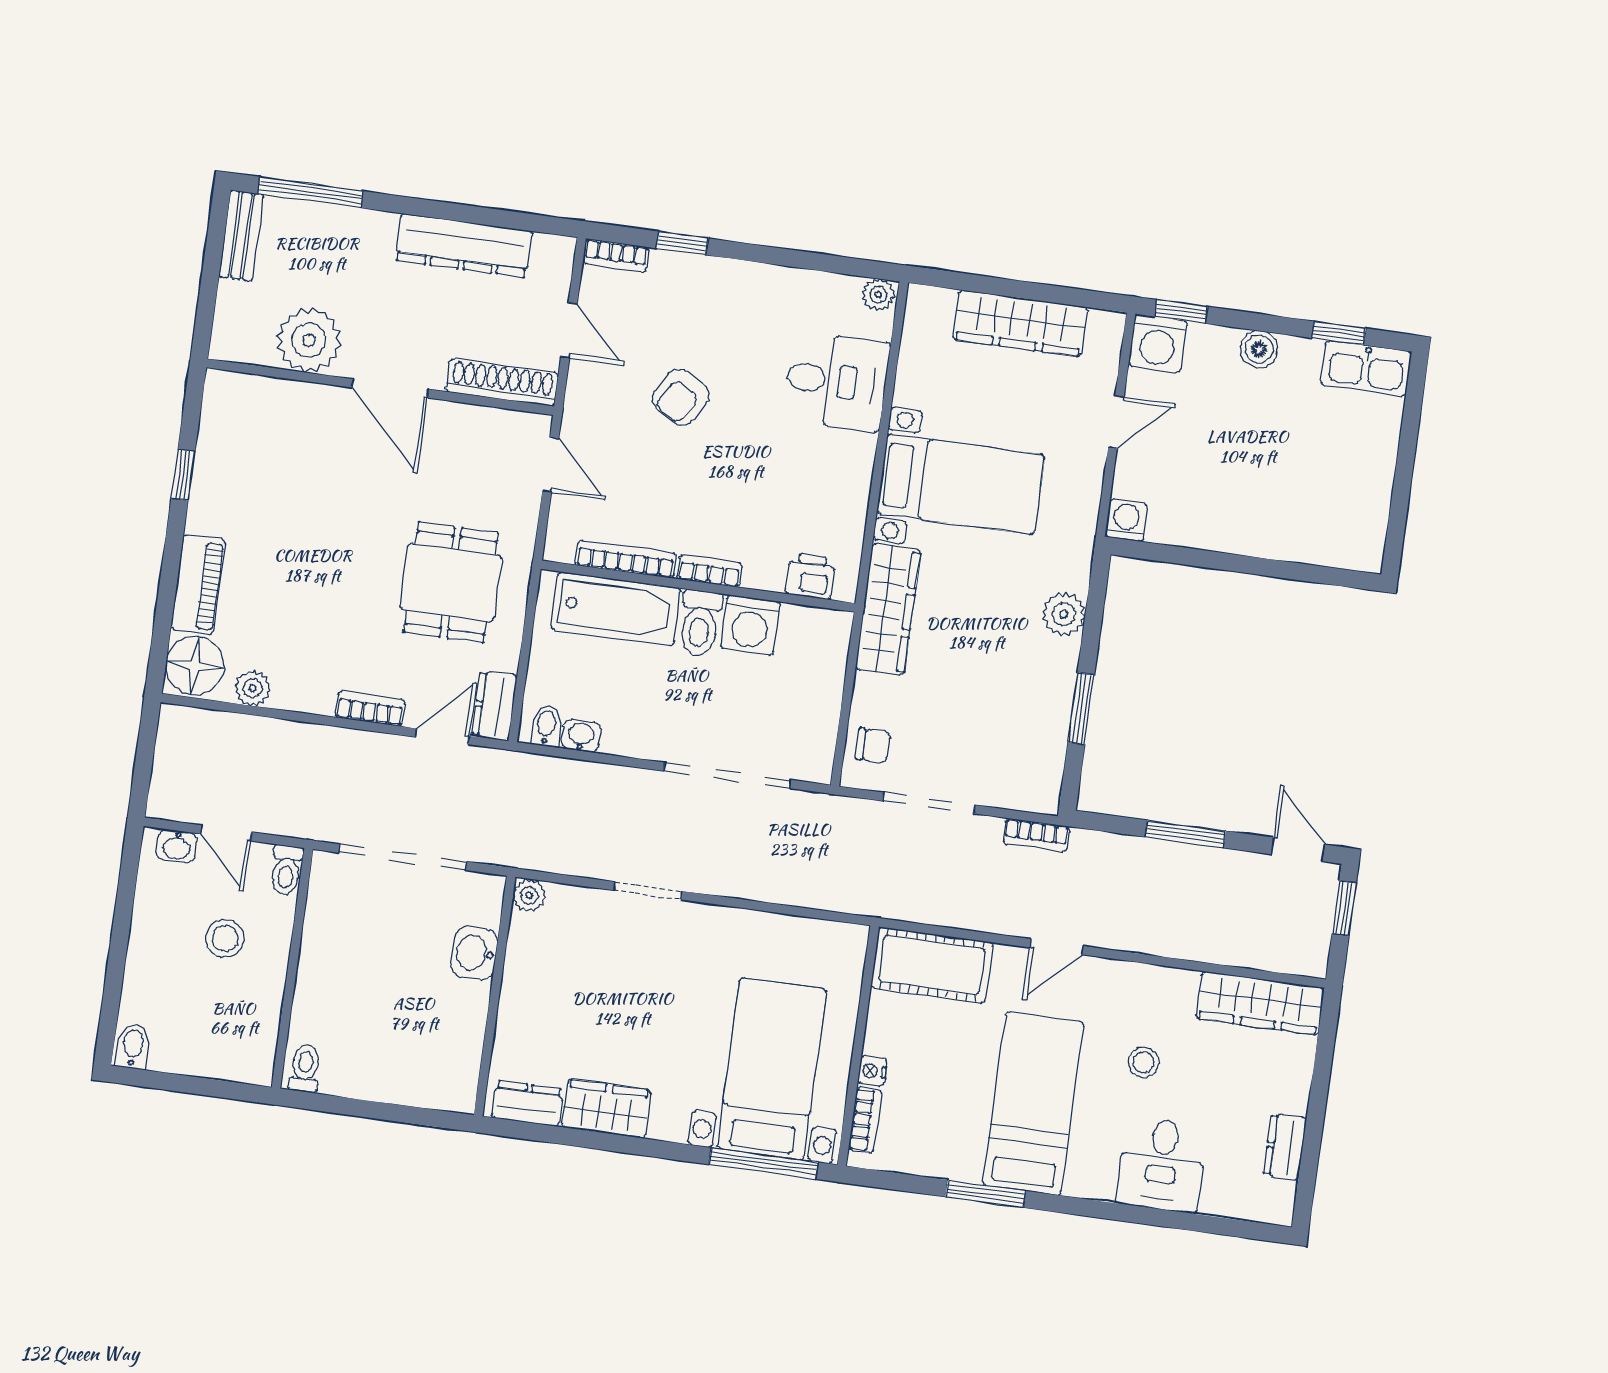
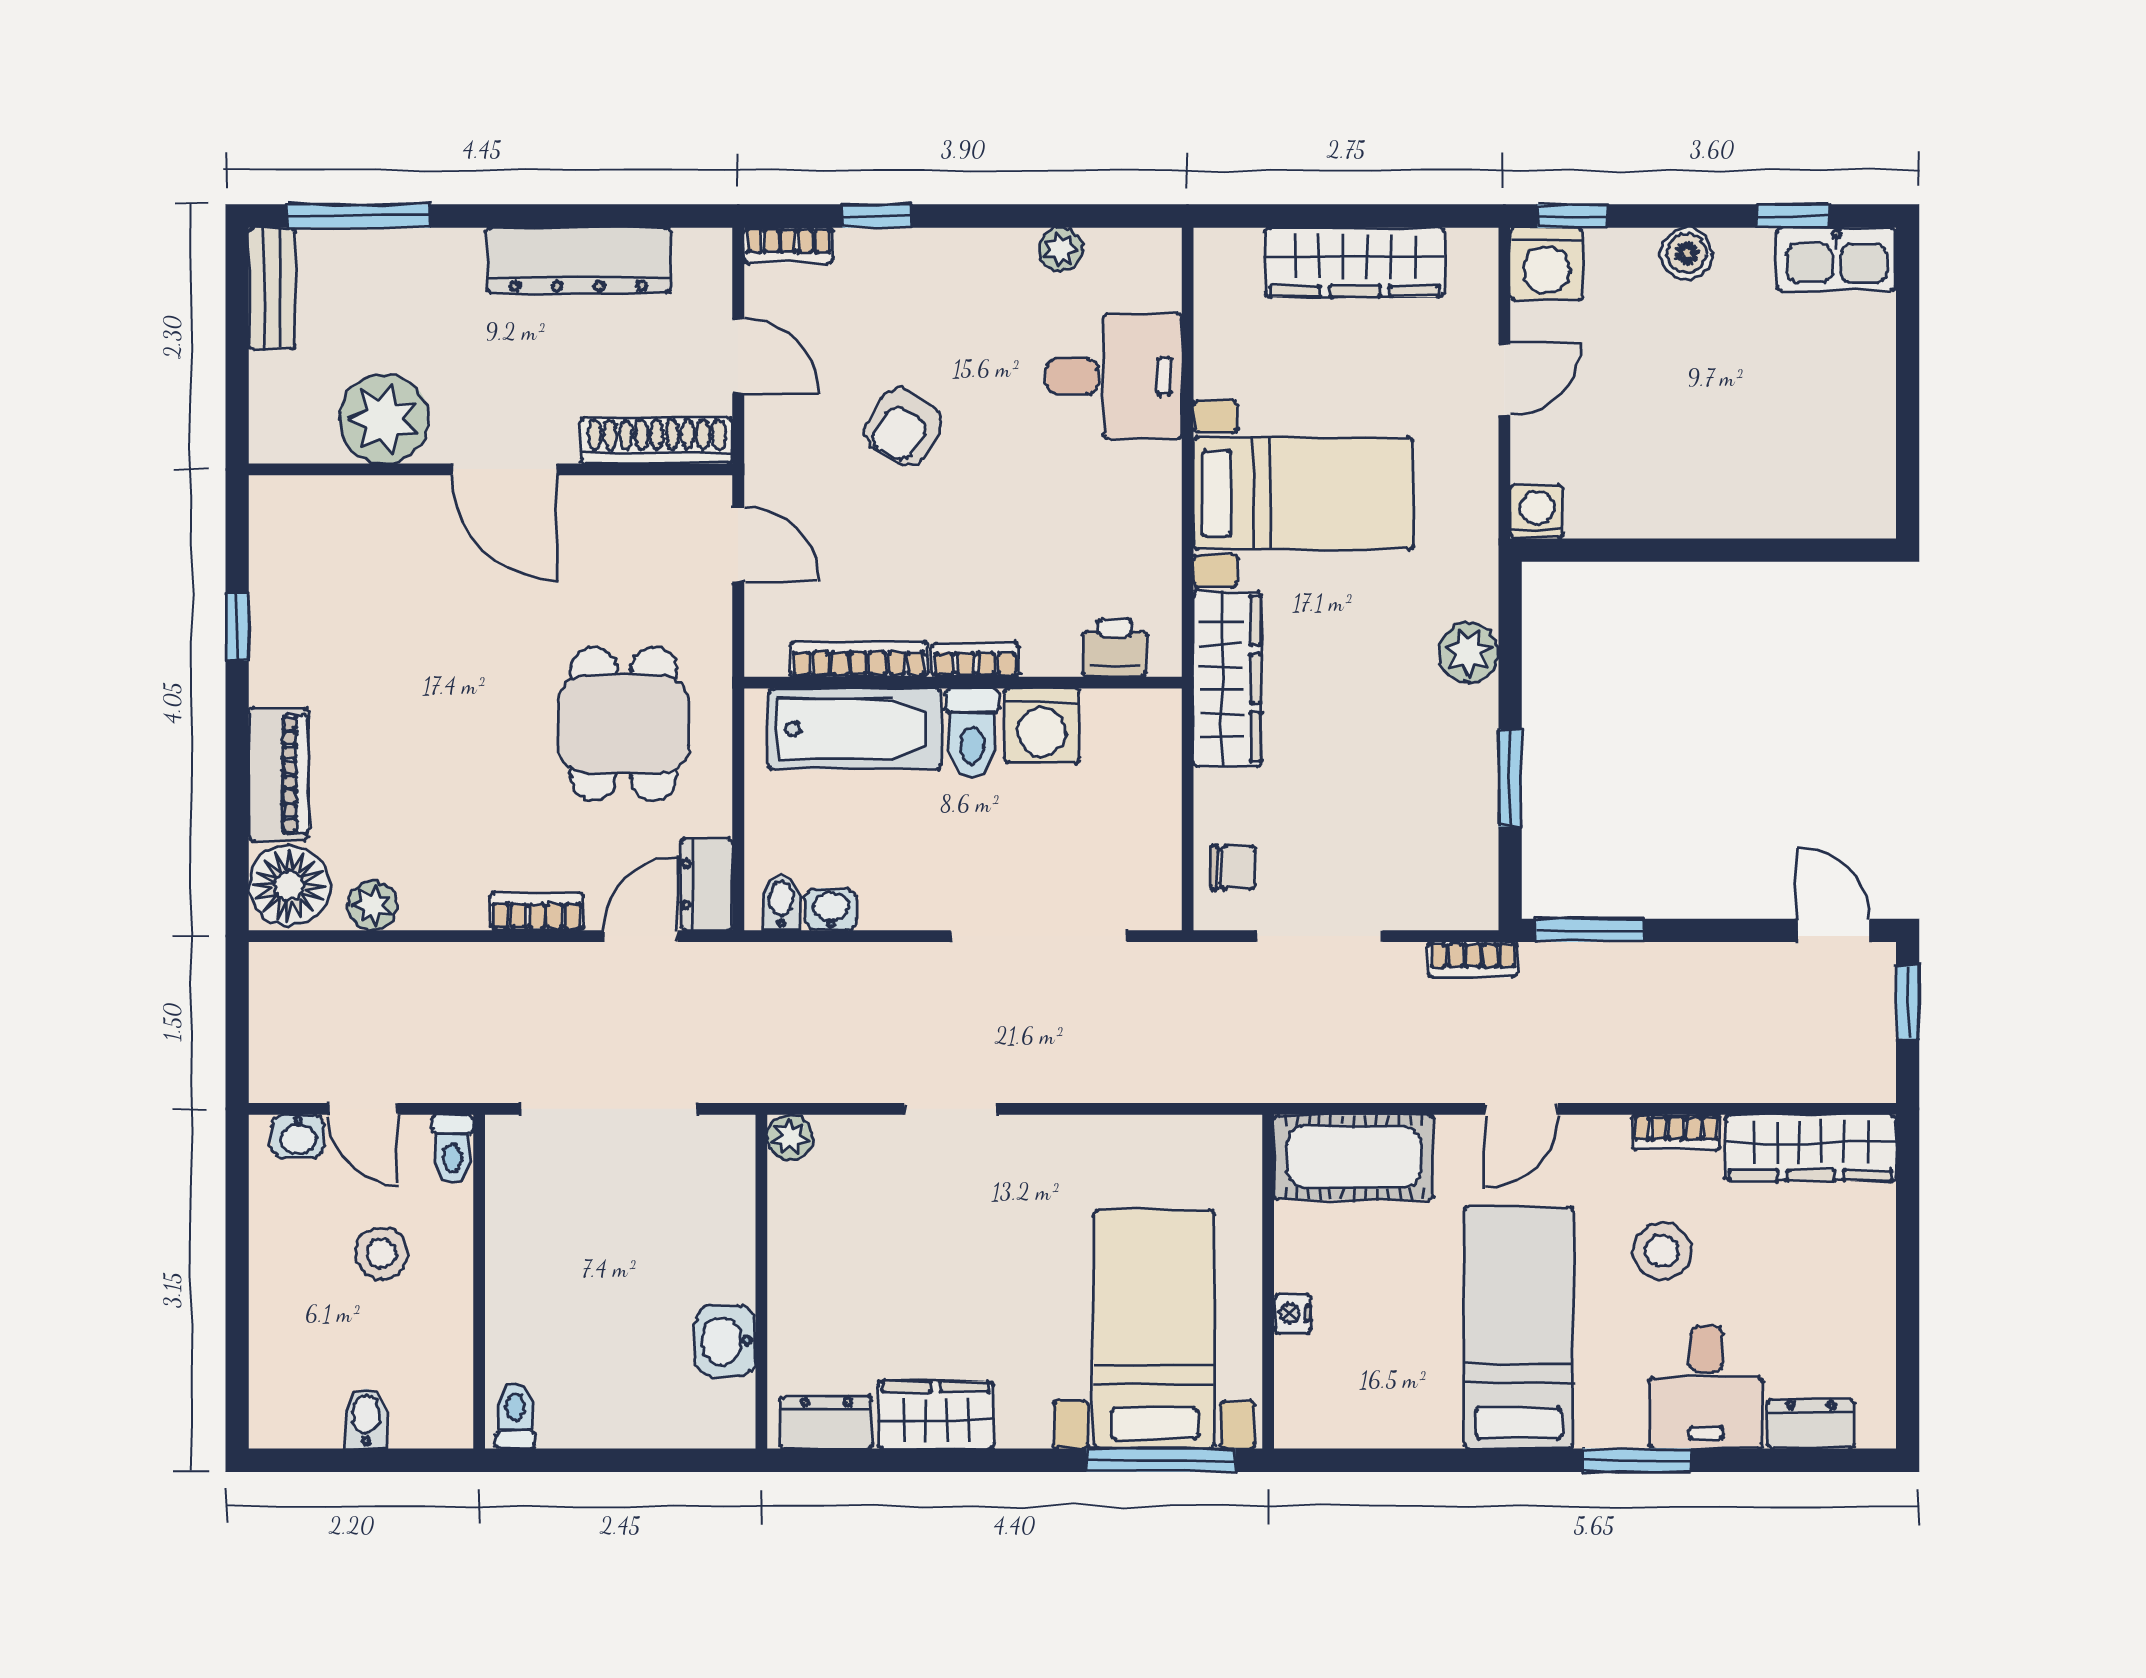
plant: (878, 295) -> (1061, 250), moved
window: (1185, 834) -> (1590, 930), moved
washbasin: (474, 953) -> (726, 1341), moved
bidet: (133, 1046) -> (366, 1418), moved
stool: (1144, 1062) -> (1662, 1251), width x1.37, depth x1.37
bookcase: (865, 1120) -> (1676, 1132), moved, turned 90
dresser: (1285, 1147) -> (1811, 1424), moved, turned 90
window: (986, 1194) -> (1637, 1460), moved

